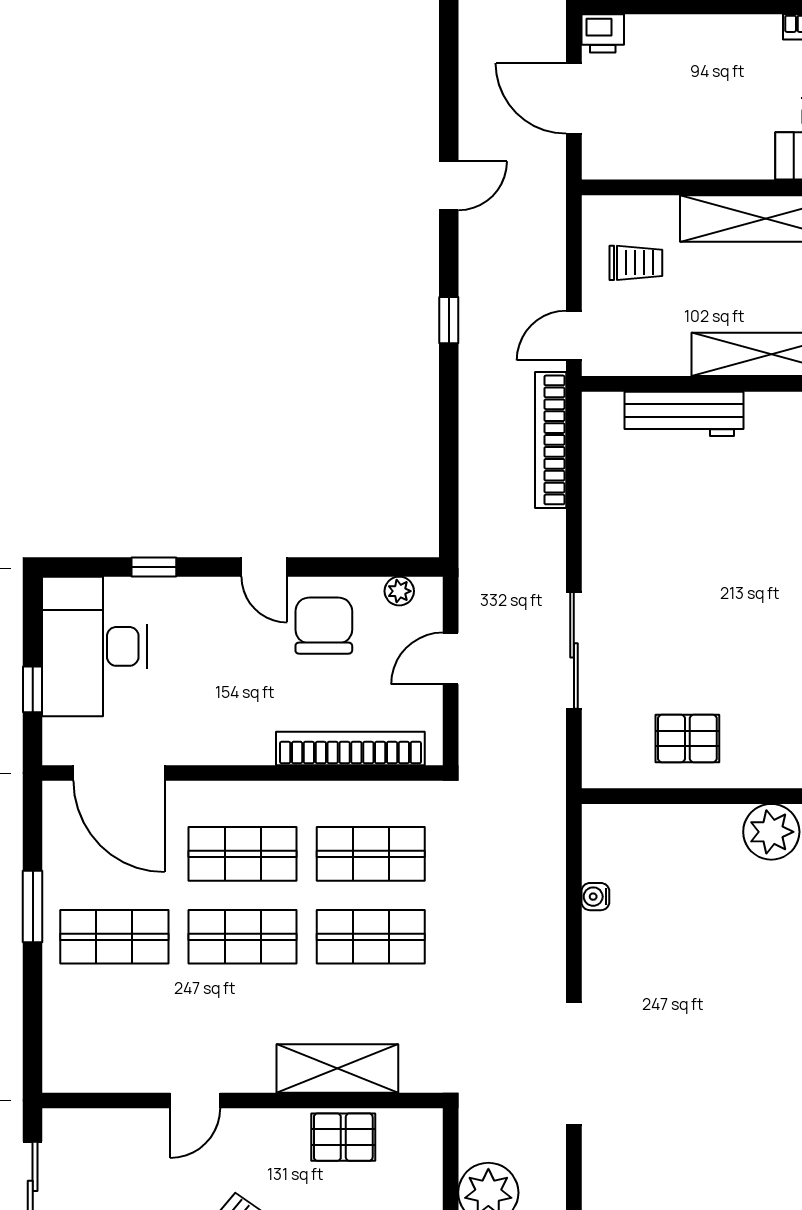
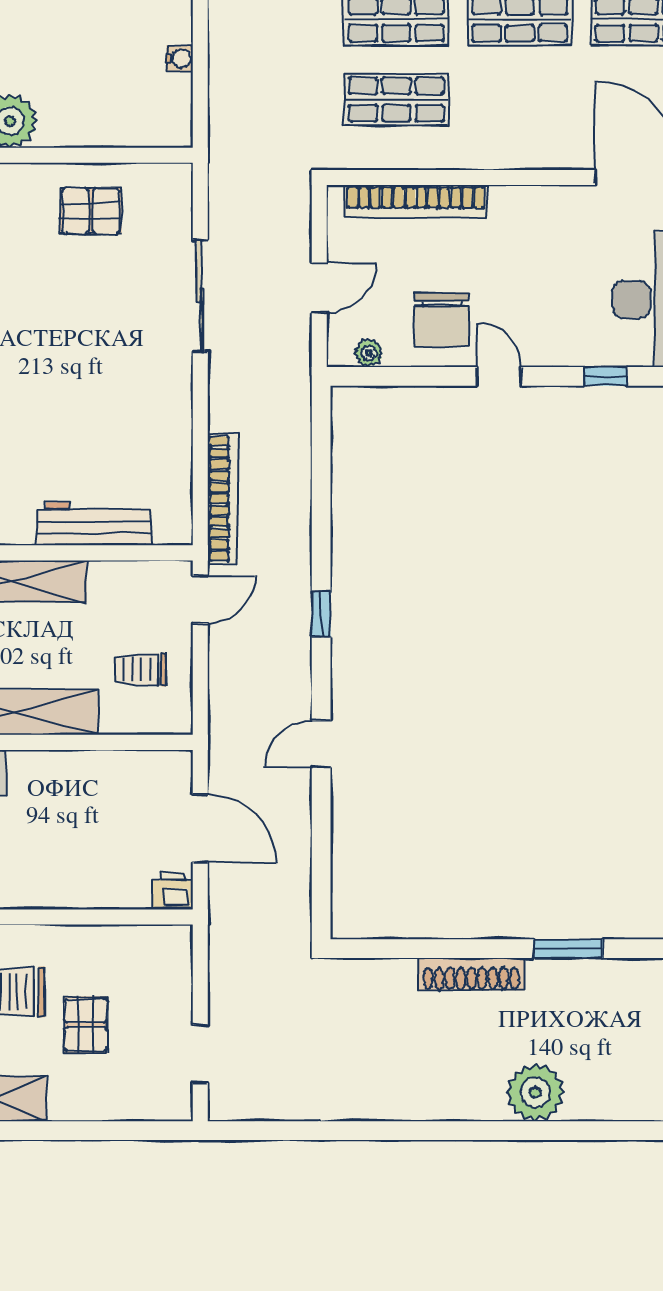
shop shelf: (243, 854) -> (520, 100), removed

